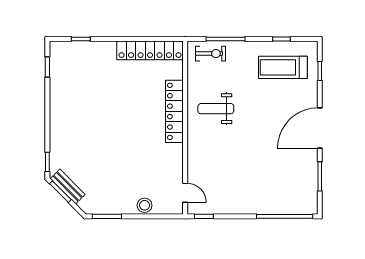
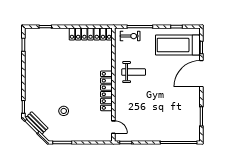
treadmill: (283, 67) -> (177, 45), width x1.37, depth x1.38
weight bench: (216, 109) -> (134, 72), turned 180
locker: (174, 111) -> (106, 91), moved
door: (320, 128) -> (201, 74), moved
stool: (145, 205) -> (64, 111), moved

